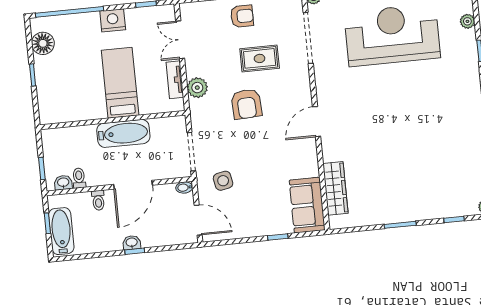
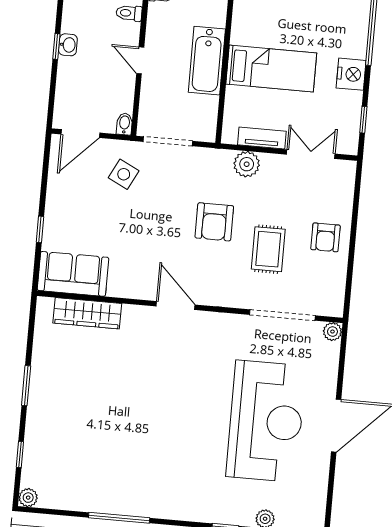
armchair: (246, 104) -> (214, 222), turned -87
side table: (223, 181) -> (124, 174), turned 38
door: (133, 185) -> (140, 60), width x0.53

